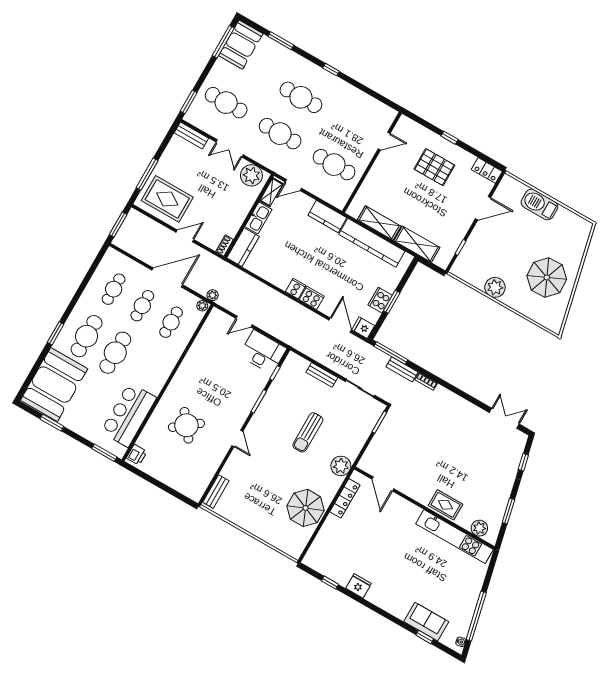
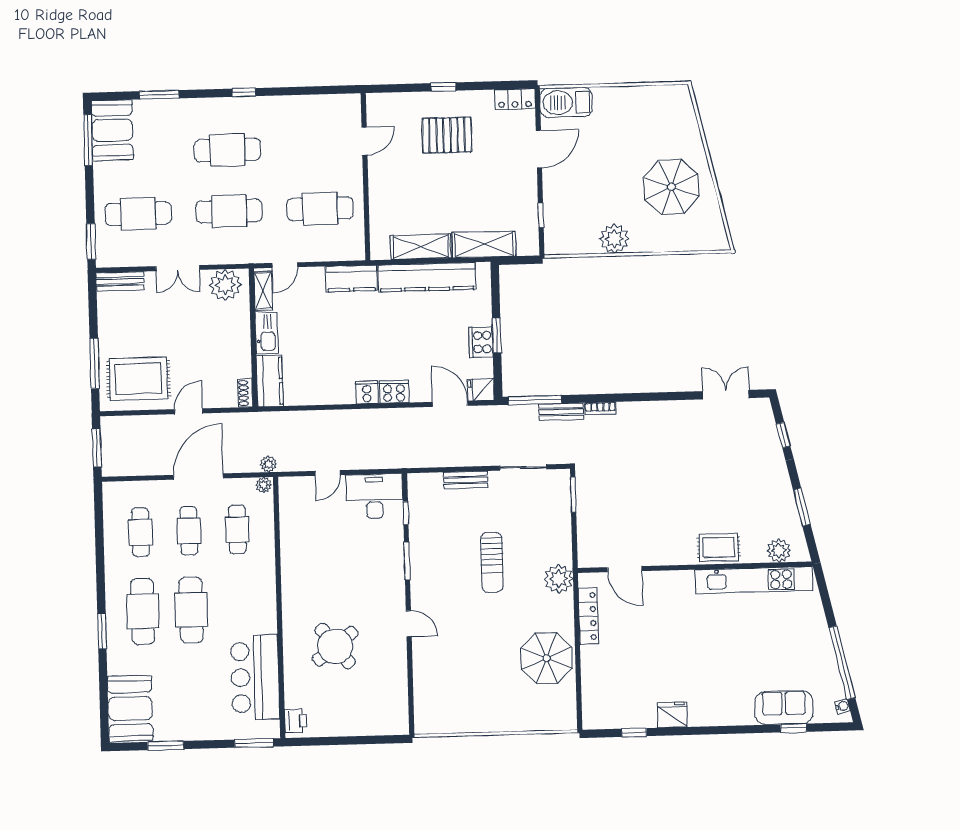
barbecue: (539, 204) -> (566, 102), moved
booth: (54, 385) -> (130, 708), width x0.73, depth x0.70
bench: (216, 492) -> (422, 706), removed

